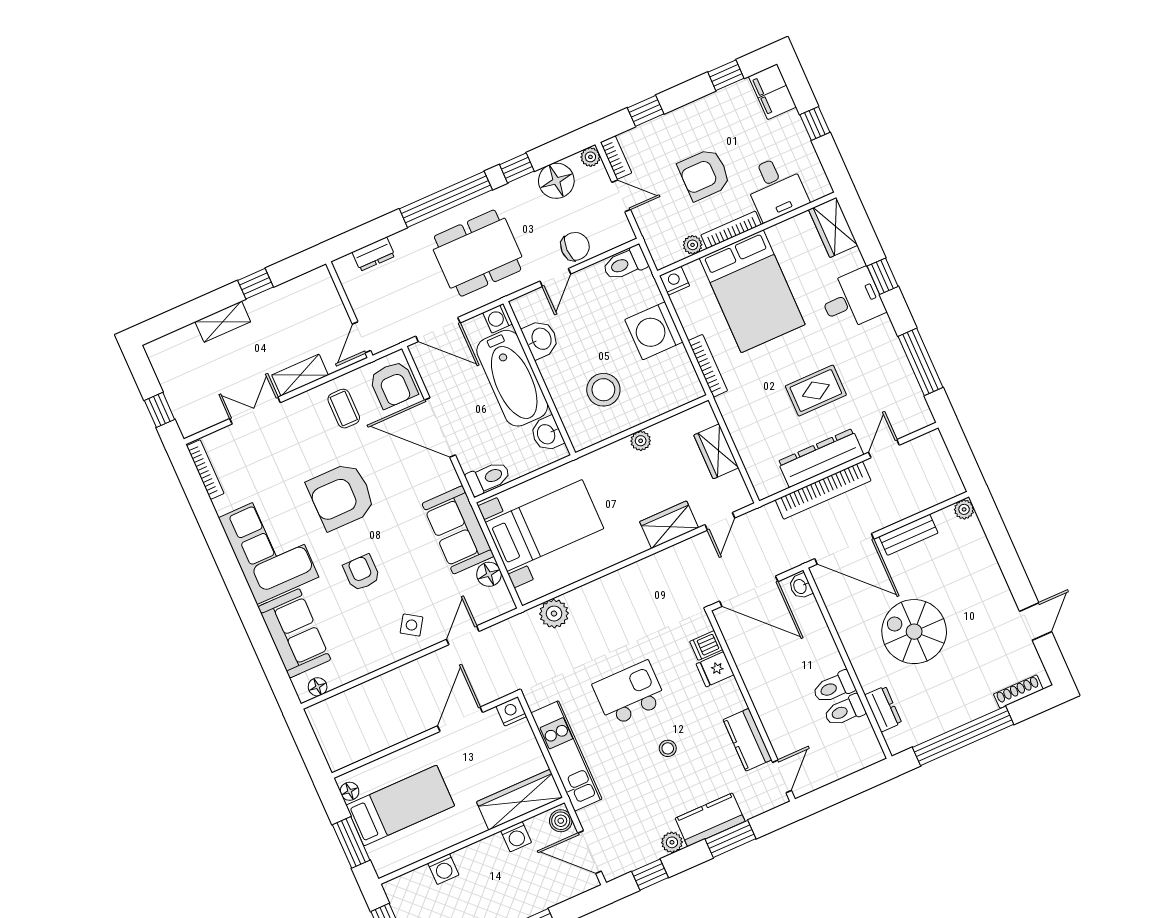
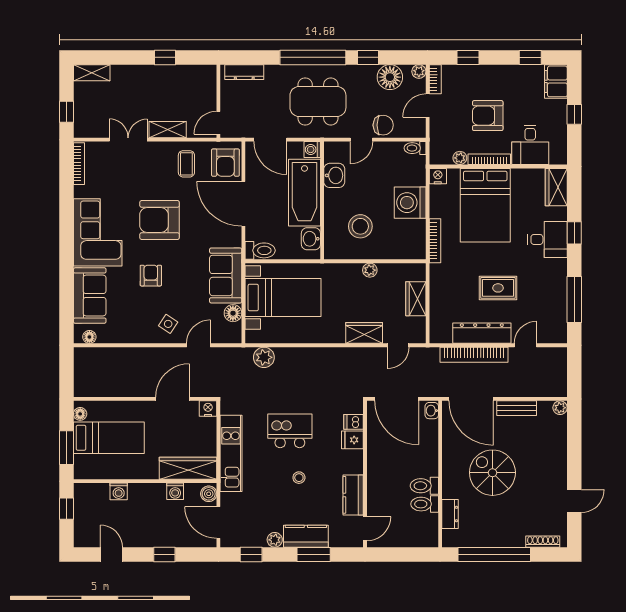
door: (621, 196) -> (428, 106), swing flipped
dresser: (374, 254) -> (244, 72), width x1.44
toilet: (625, 263) -> (415, 148), width x0.73, depth x0.72
shelving: (223, 322) -> (92, 73), moved

